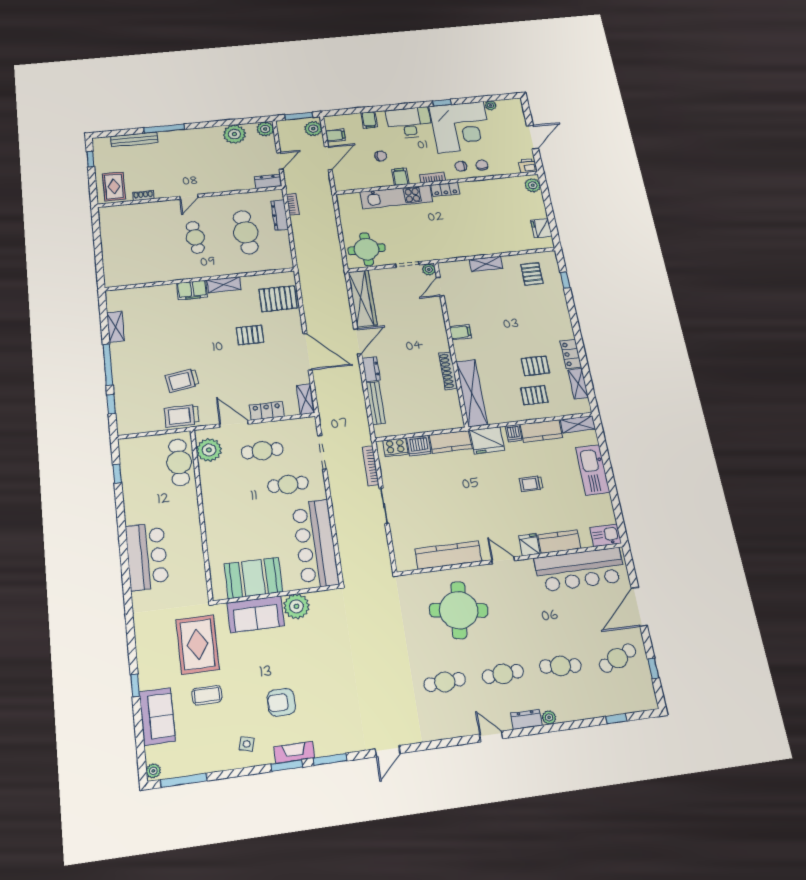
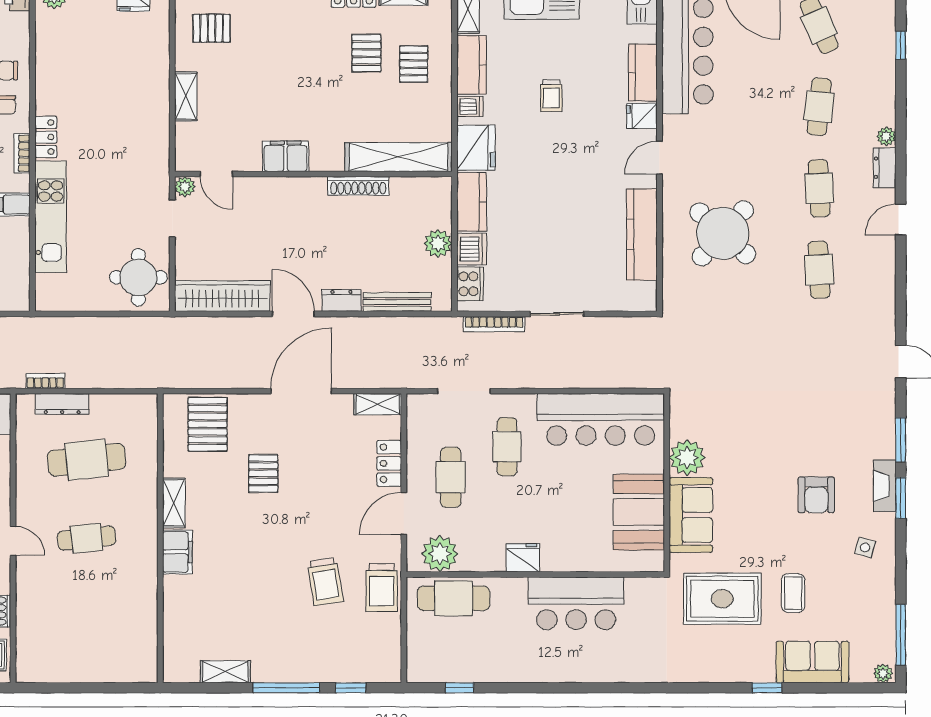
filing cabinet: (460, 332) -> (286, 156), width x2.00
plant: (419, 424) -> (438, 243), added
fridge: (212, 504) -> (523, 558), added
bar counter: (147, 556) -> (576, 603), moved, turned 180
round table: (459, 610) -> (723, 233), turned 34

